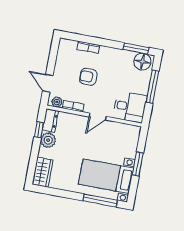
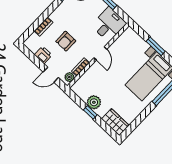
printer: (62, 64) -> (43, 55), added
dresser: (50, 121) -> (80, 91), removed
window: (39, 130) -> (90, 112), moved

